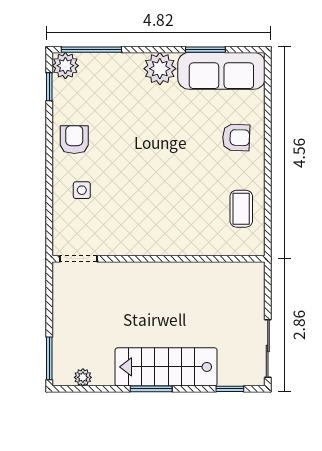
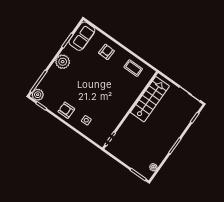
sofa: (221, 71) -> (82, 36), width x0.73
stairs: (166, 367) -> (150, 99), moved, turned 180

